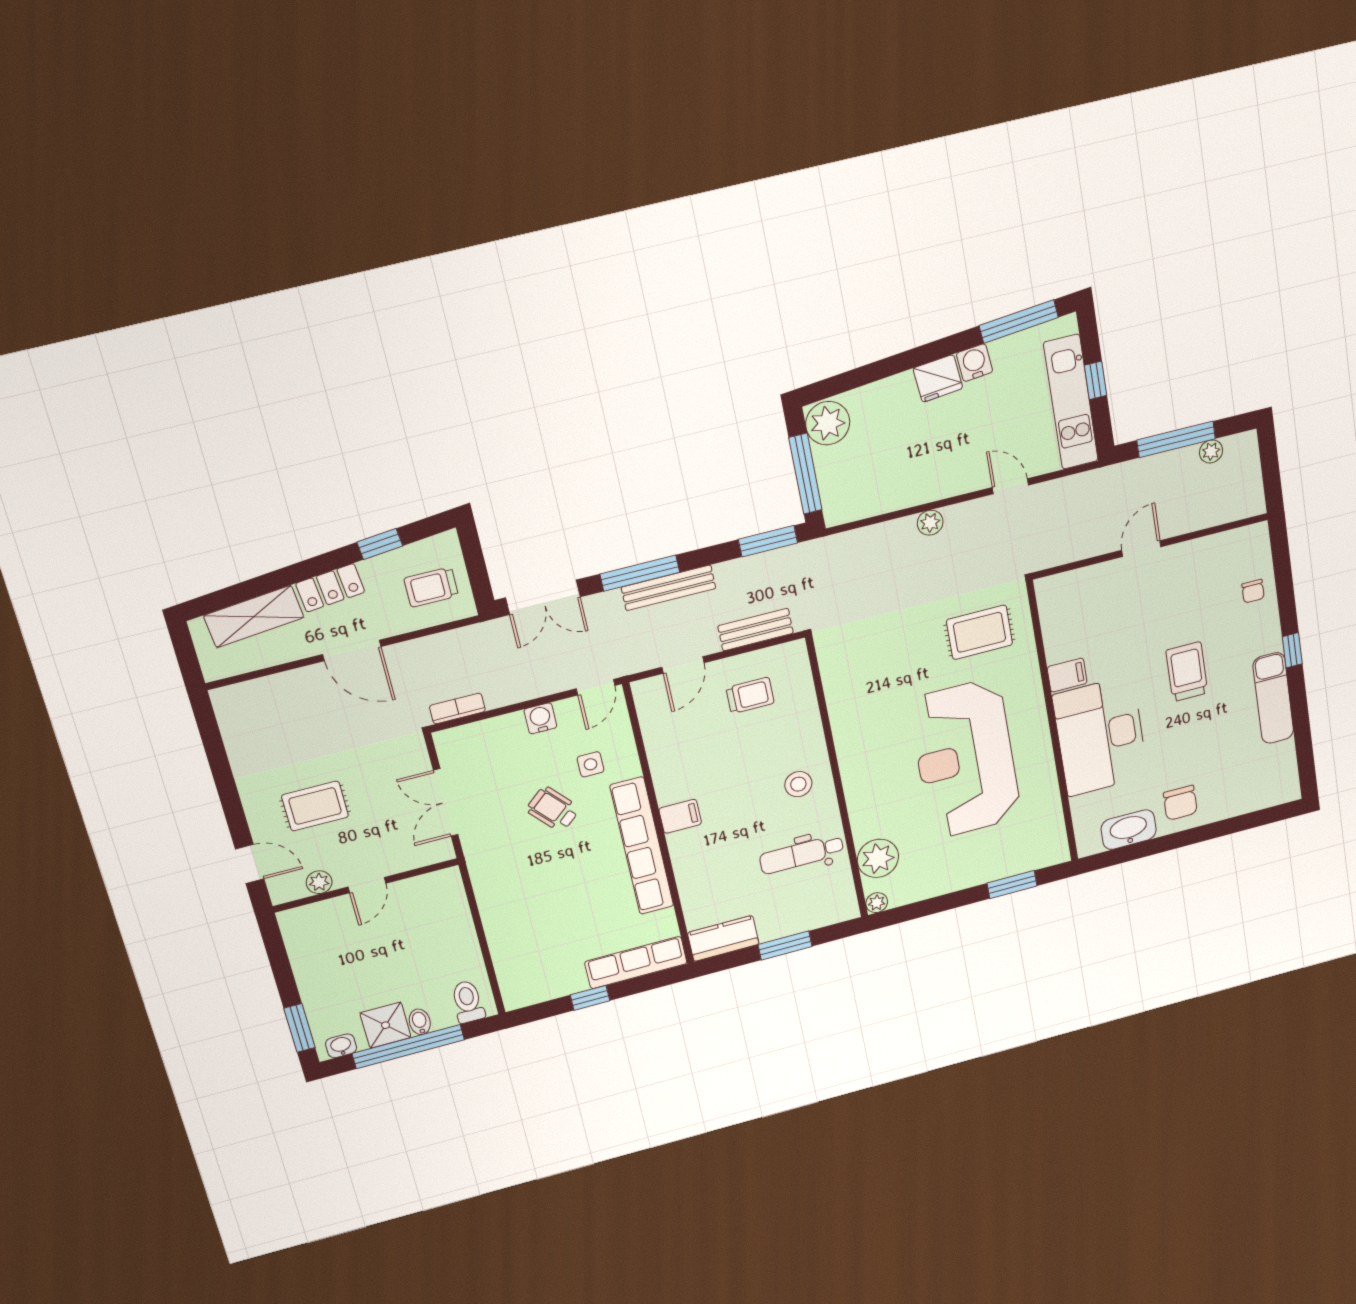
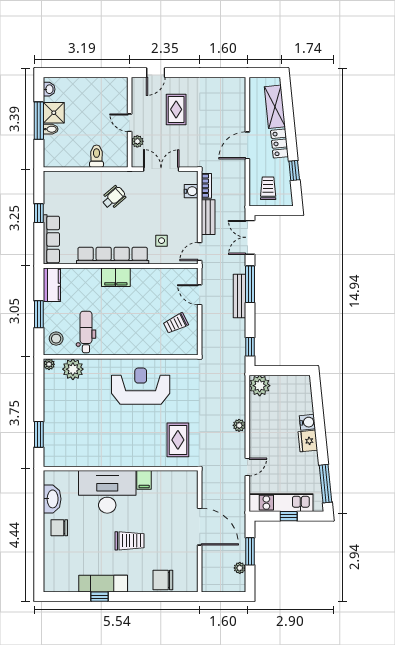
water cooler: (974, 363) -> (307, 422), moved
plant: (828, 423) -> (260, 386), moved
window: (1176, 439) -> (250, 551), width x0.69
window: (805, 474) -> (278, 371), removed
window: (768, 541) -> (250, 347), width x0.67
door: (1141, 549) -> (200, 527), width x1.87
chair: (1253, 591) -> (163, 580), width x1.87, depth x1.87
bench: (756, 630) -> (208, 217), moved
window: (1292, 650) -> (99, 597), moved
door: (596, 687) -> (200, 252), hinge flipped
trolley: (750, 695) -> (176, 323), turned 64
water cooler: (540, 718) -> (191, 191), moved
reception desk: (965, 759) -> (141, 386), moved, width x0.74, depth x0.77
stool: (798, 784) -> (56, 339), moved
wheelchair: (553, 809) -> (114, 198), moved
filing cabinet: (680, 816) -> (116, 277), width x2.00
plant: (319, 882) -> (137, 141), moved
toilet: (468, 1002) -> (97, 156), moved, turned -90
window: (300, 1028) -> (64, 73), removed
window: (408, 1047) -> (39, 121), width x0.68

